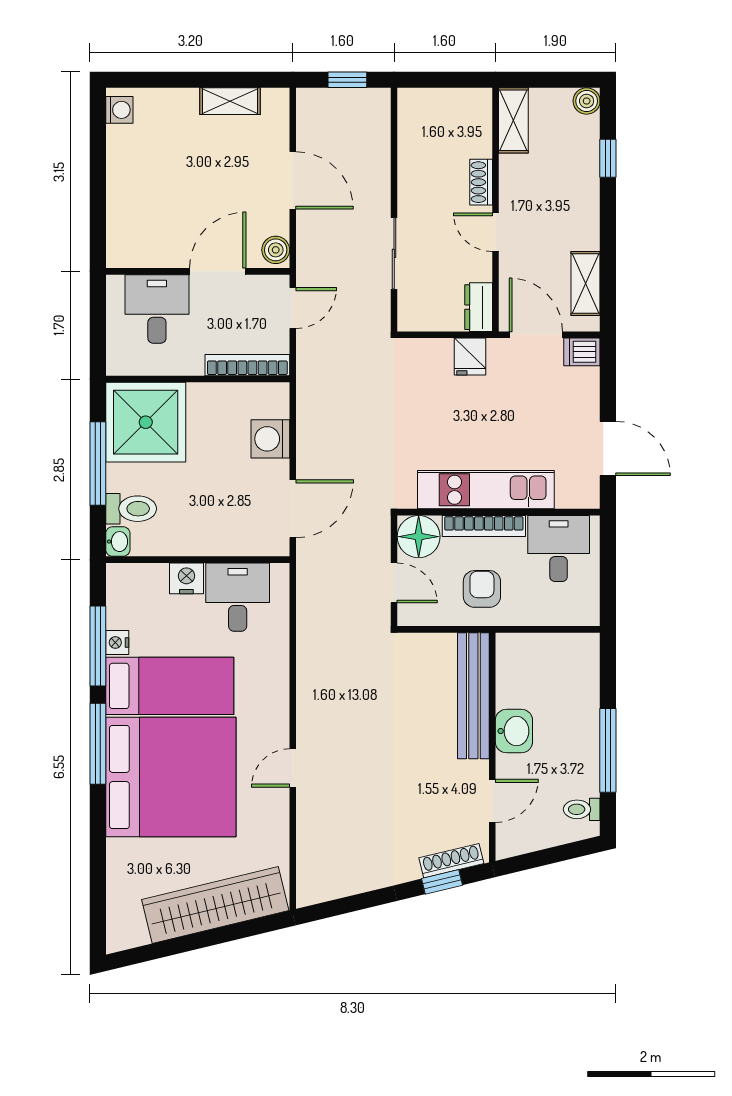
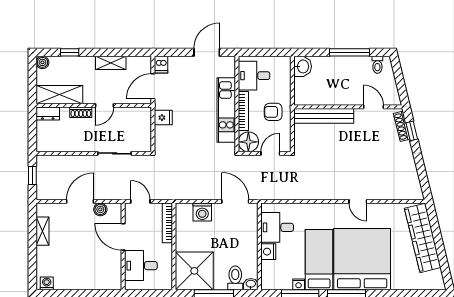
shelving: (513, 120) -> (59, 95), width x1.50, depth x1.33
boiler: (276, 250) -> (100, 209), moved
shelving: (586, 284) -> (111, 63), moved
dresser: (479, 307) -> (48, 113), moved
washbasin: (514, 731) -> (303, 66), moved, turned 90

